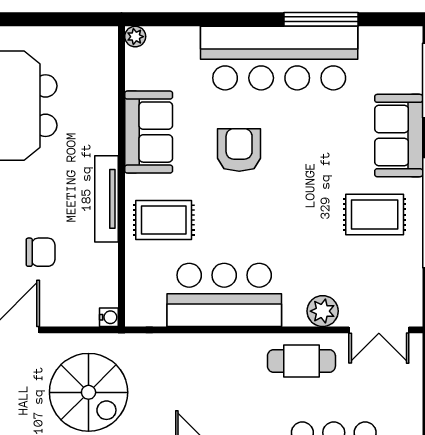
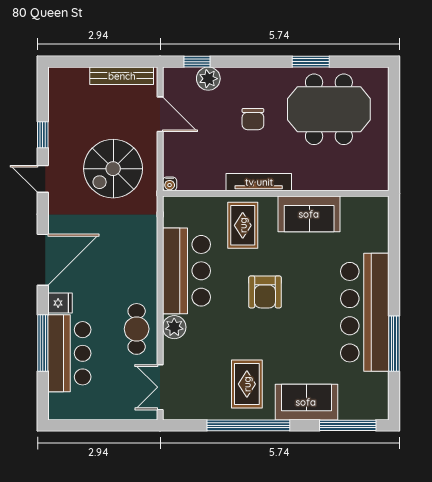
plant: (135, 37) -> (381, 204), removed
armchair: (239, 150) -> (265, 292), moved, turned 90
chair: (41, 252) -> (253, 119), moved
plant: (323, 311) -> (174, 327), moved

